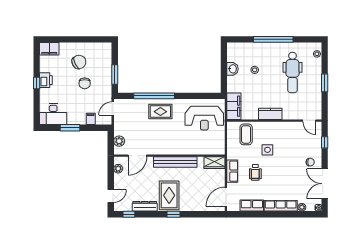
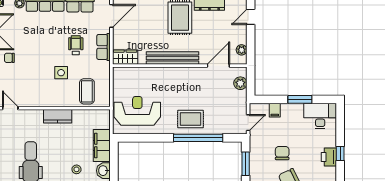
filing cabinet: (234, 106) -> (102, 146), moved

